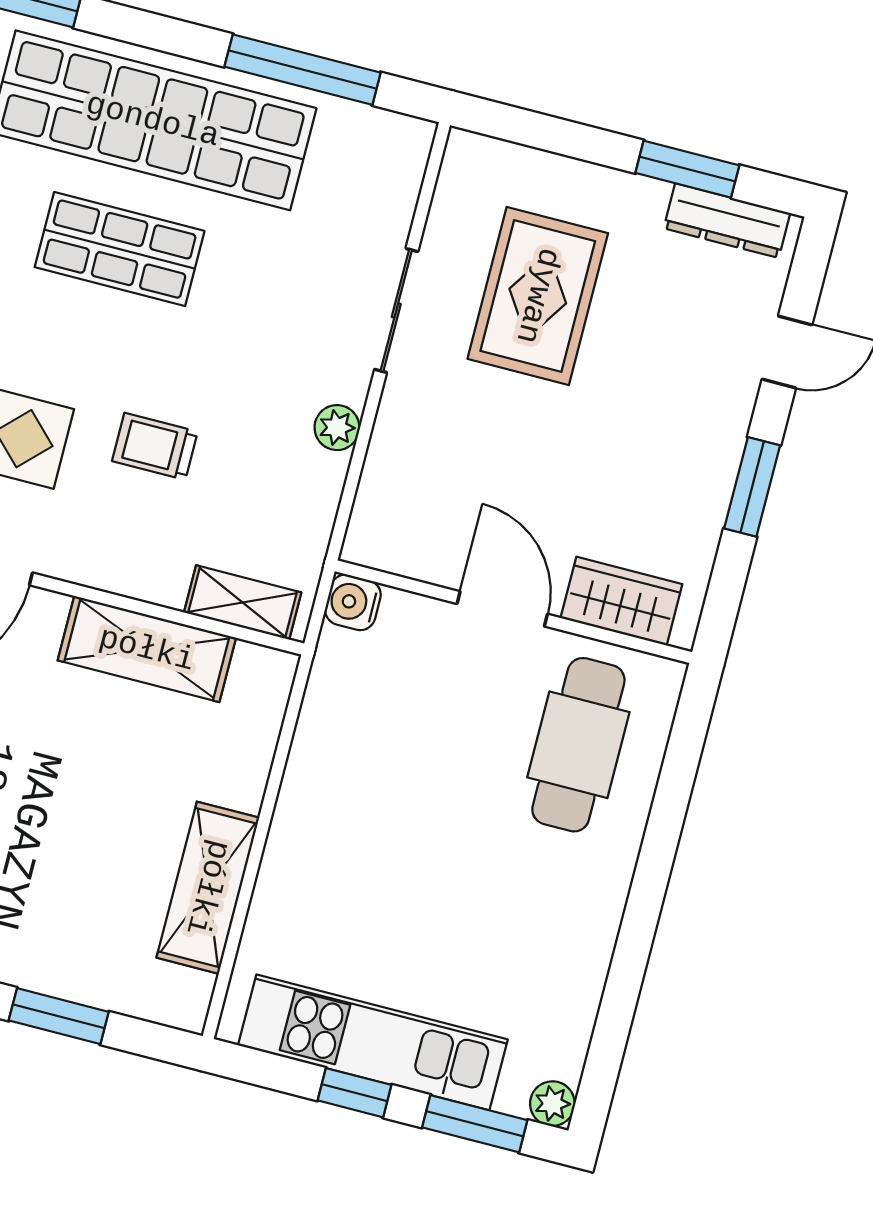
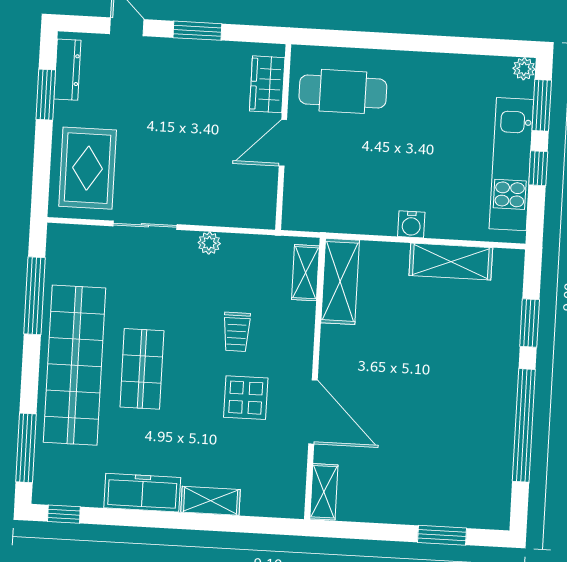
rug: (538, 296) -> (88, 168), moved, turned 90
water cooler: (353, 602) -> (411, 224), moved
shelving: (147, 649) -> (340, 281), moved

